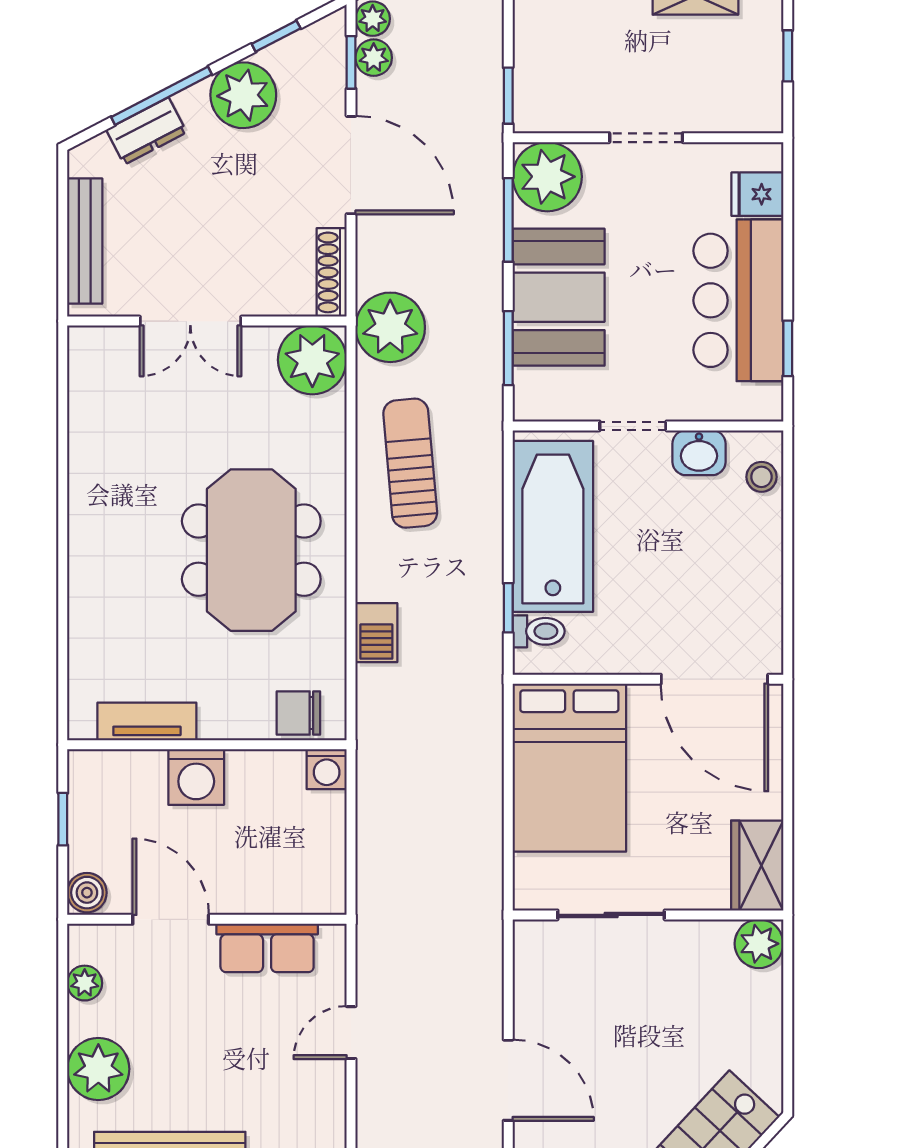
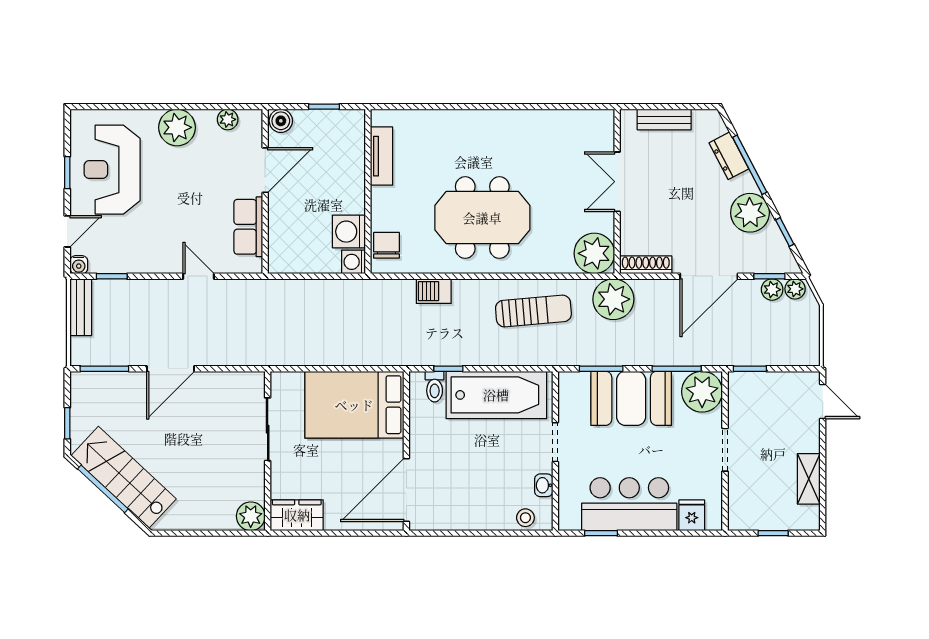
bench: (85, 241) -> (664, 120), width x0.73
washbasin: (699, 453) -> (544, 485), width x0.72, depth x0.69
washing machine: (196, 777) -> (349, 232), moved

